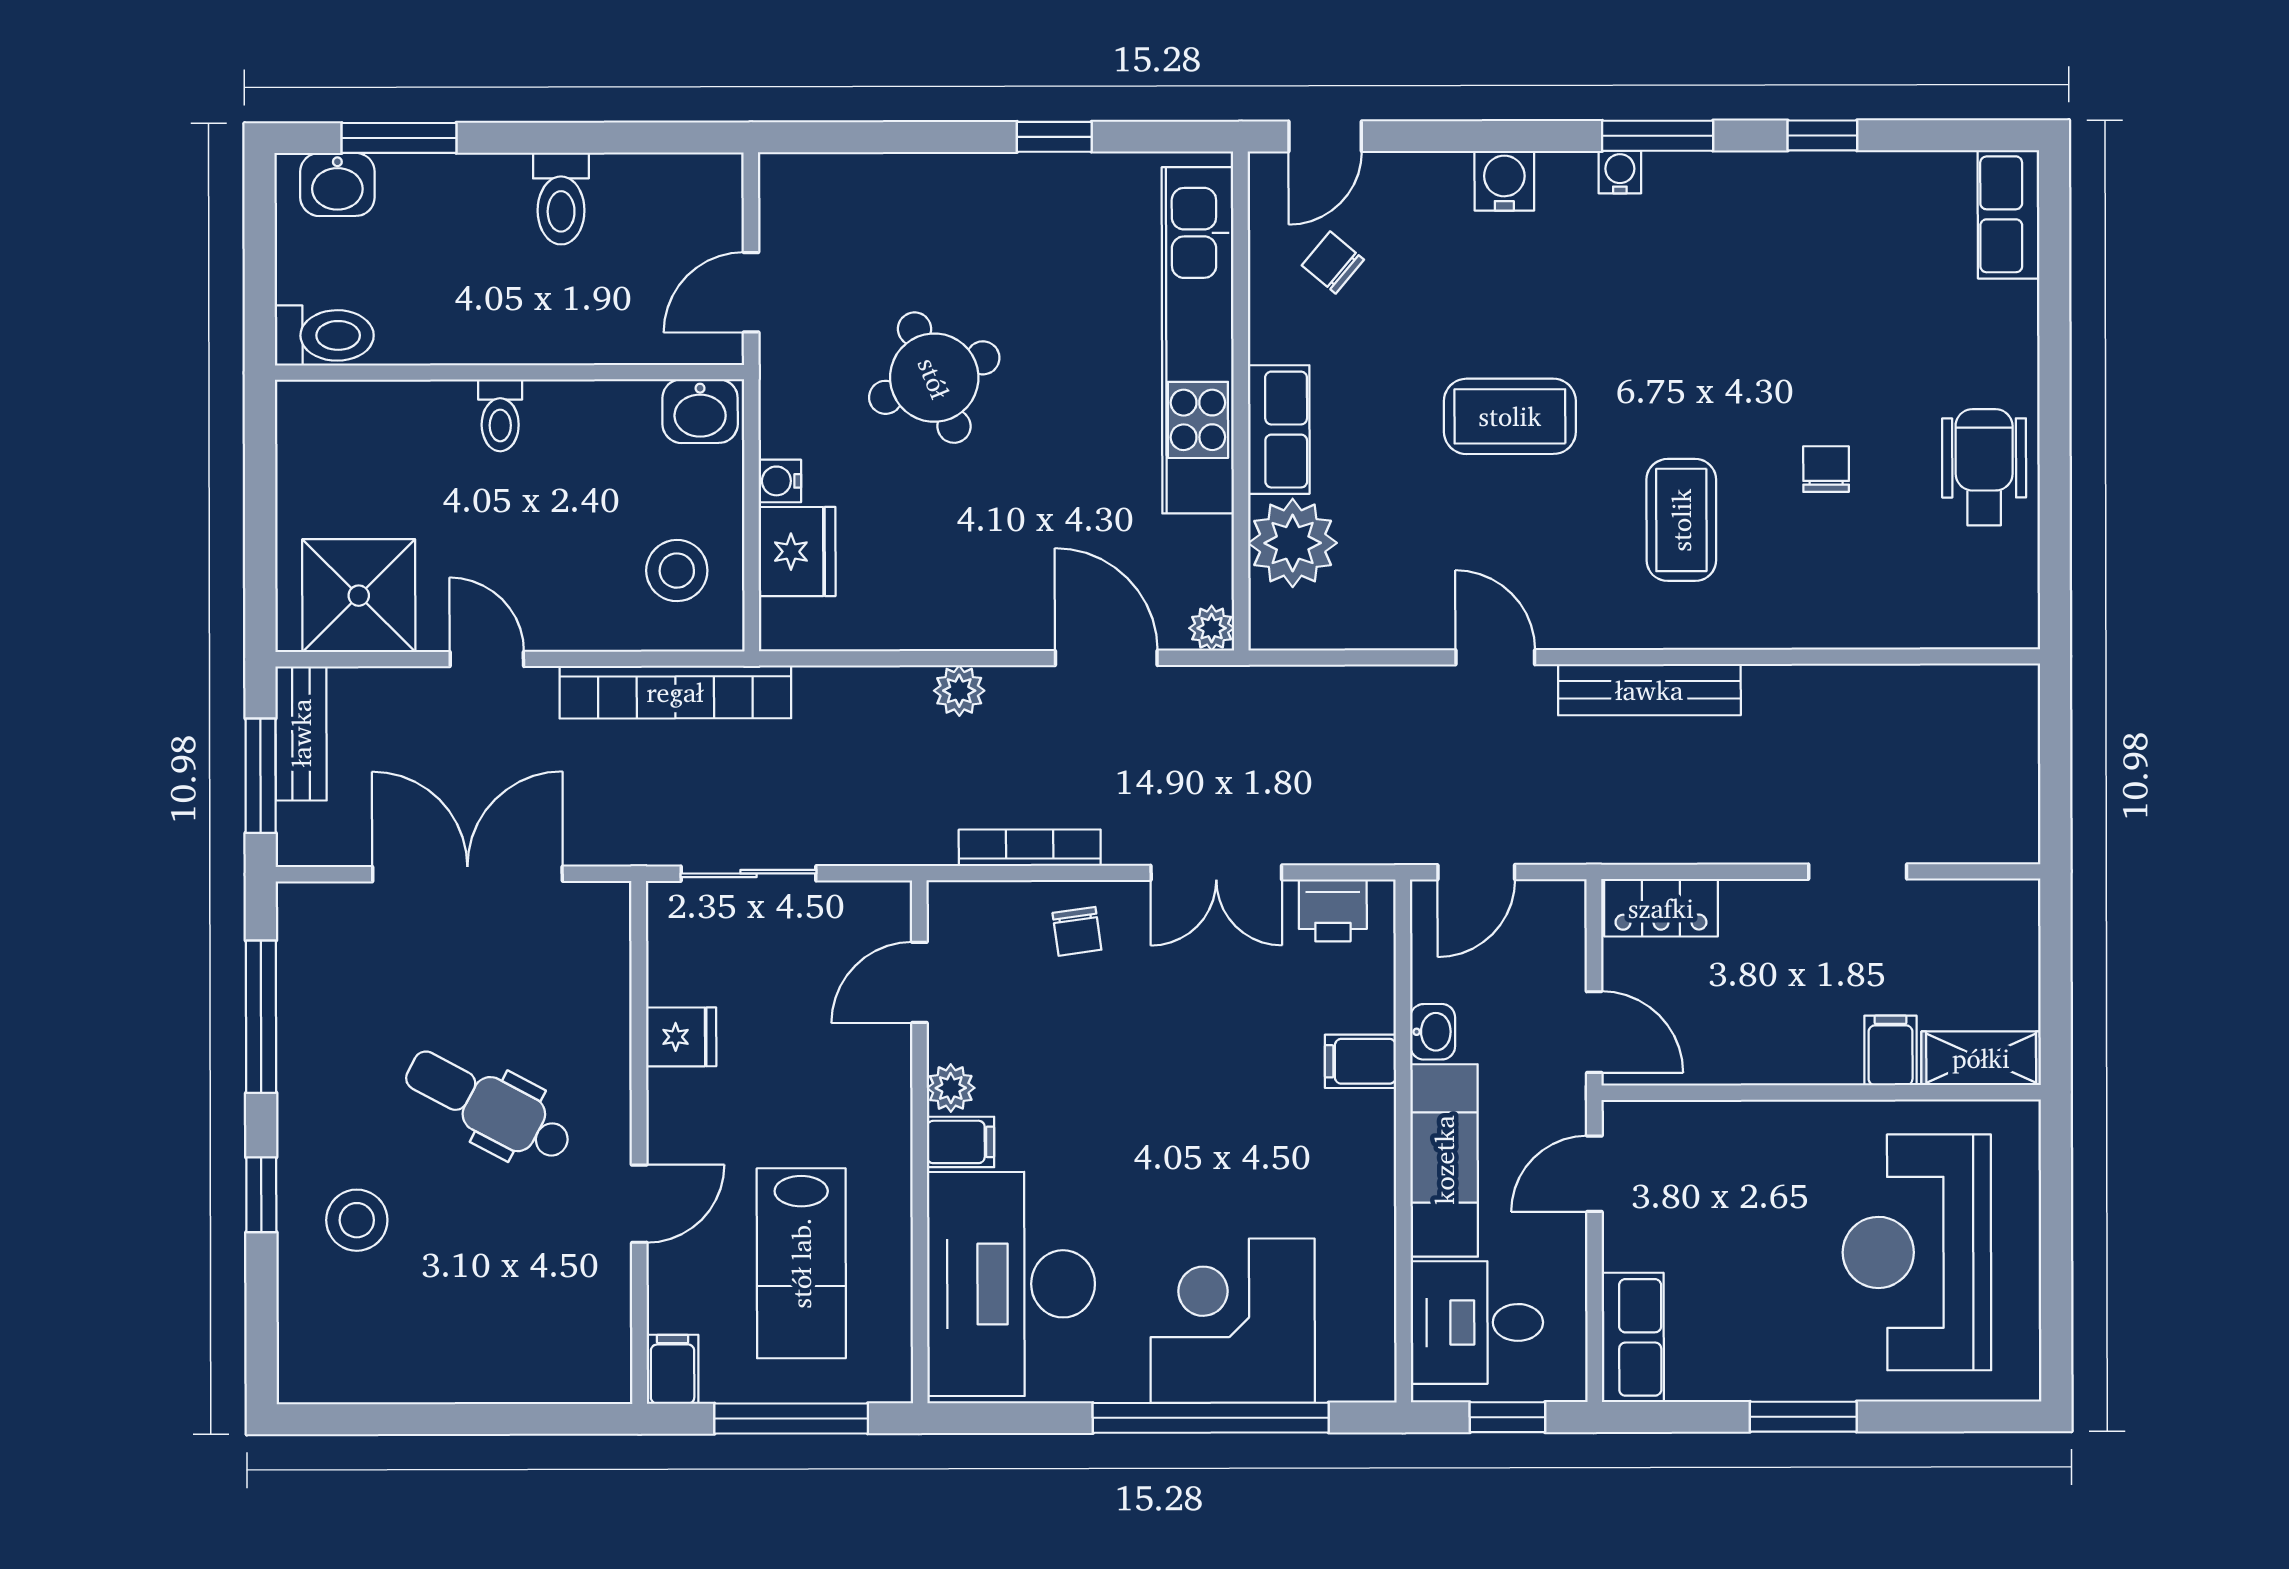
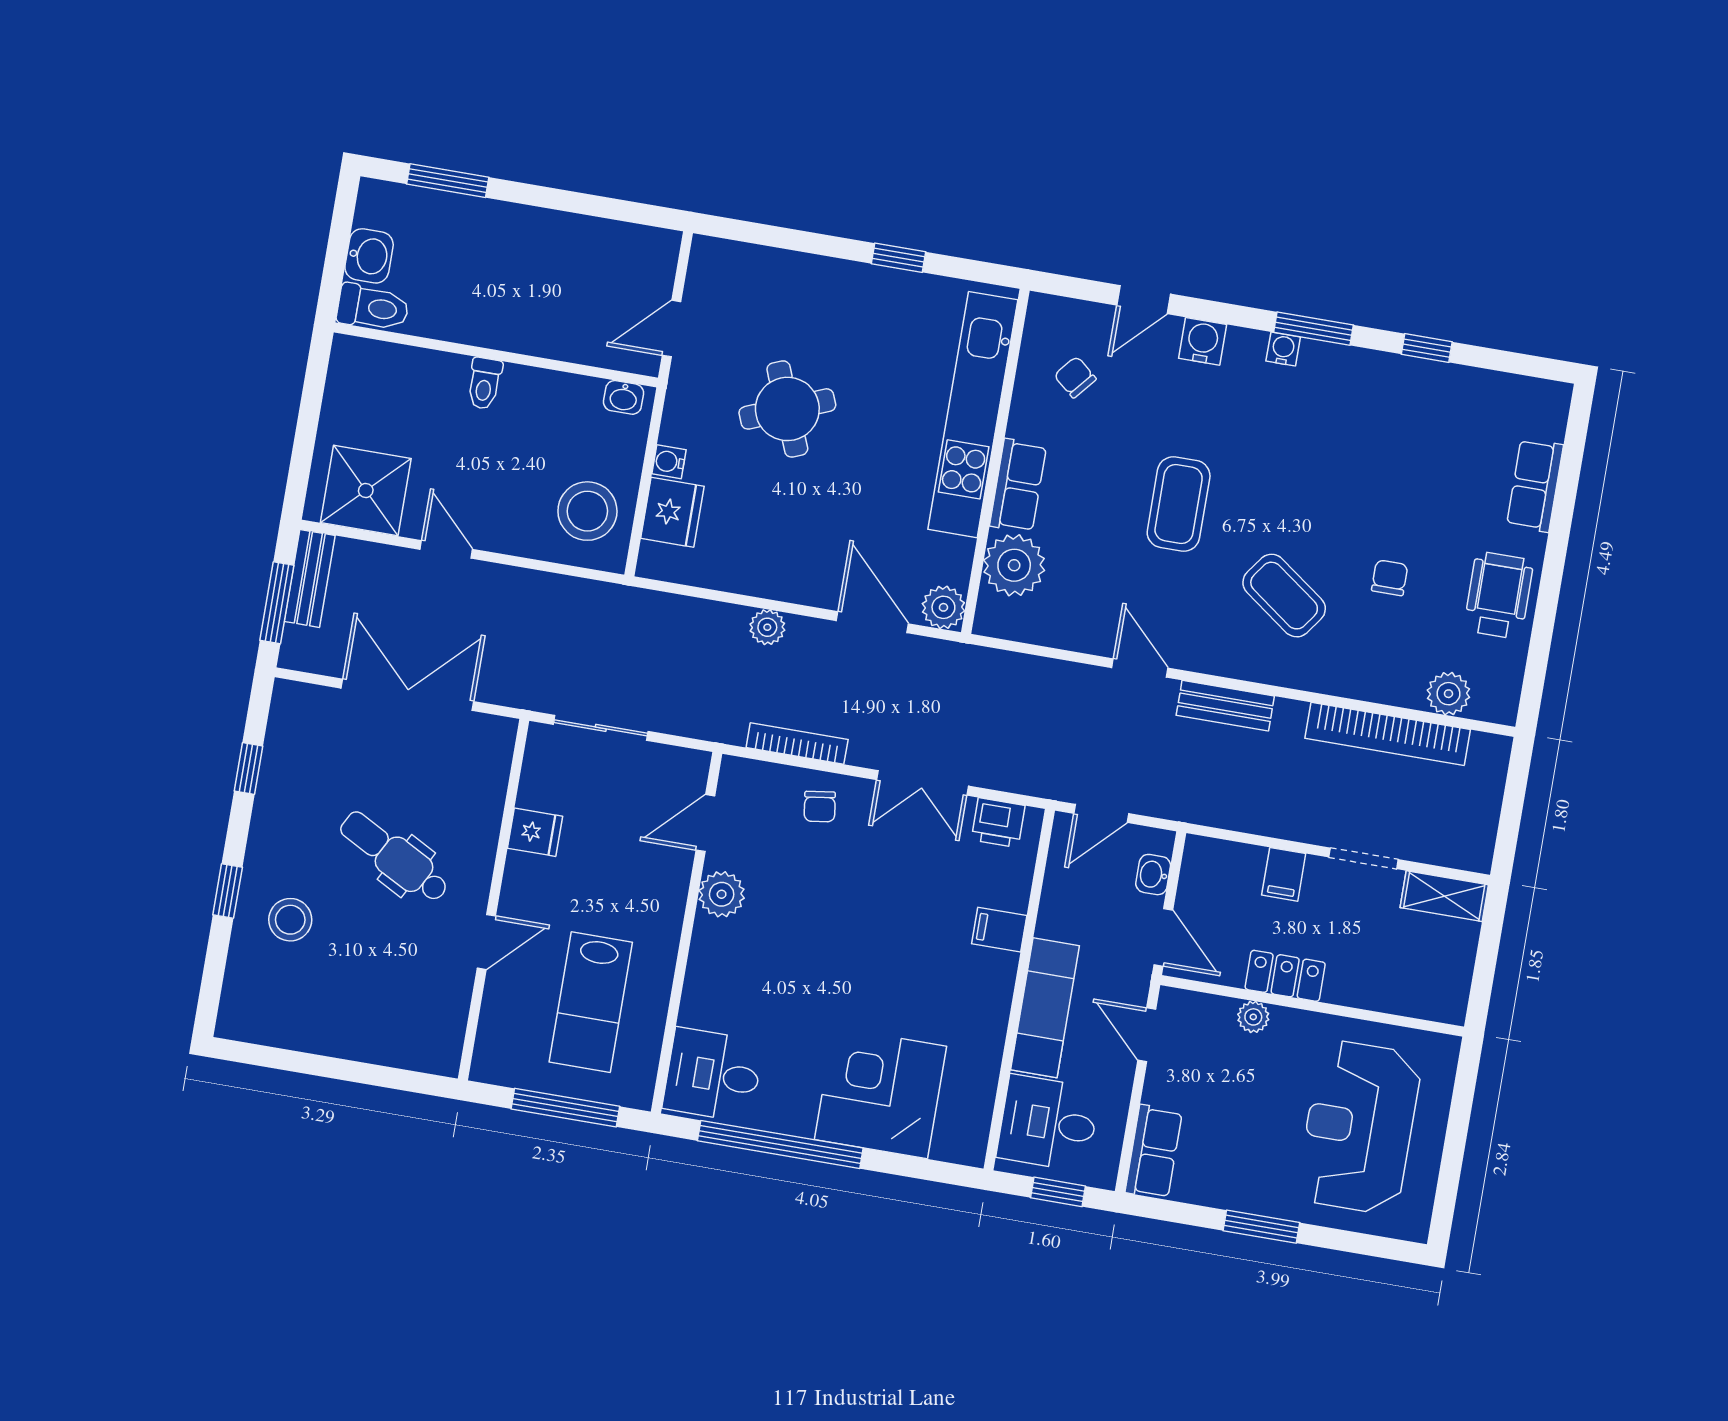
door: (1325, 136) -> (1144, 300), moved
washbasin: (337, 184) -> (369, 256), moved, turned -90
toilet: (561, 199) -> (552, 242), removed
row of seats: (2009, 214) -> (1535, 485), moved
washbasin: (700, 411) -> (624, 397), width x0.72, depth x0.69
coffee table: (1510, 416) -> (1179, 504), turned 90
coffee table: (1681, 520) -> (1284, 596), turned -54
stool: (677, 571) -> (587, 511), width x1.38, depth x1.38
plant: (1937, 618) -> (1448, 694), added
plant: (1212, 628) -> (943, 607), width x1.38, depth x1.38
bench: (1649, 690) -> (1225, 706), width x0.73
bookcase: (675, 692) -> (1388, 734), moved
locker: (1661, 908) -> (1285, 976), moved, turned 180
window: (261, 1017) -> (249, 768), width x0.46
washbasin: (1433, 1032) -> (1153, 875), moved, turned 180
filing cabinet: (1891, 1050) -> (1284, 874), moved, turned 180
shelving: (1981, 1058) -> (1444, 896), moved
plant: (951, 1088) -> (722, 894), width x1.38, depth x1.38
plant: (1741, 1123) -> (1253, 1017), added
filing cabinet: (961, 1142) -> (715, 938), removed
door: (1594, 1174) -> (1147, 1035), hinge flipped
desk: (1011, 1284) -> (713, 1075), width x0.53, depth x0.77
filing cabinet: (673, 1369) -> (490, 1060), removed
window: (1211, 1418) -> (780, 1144), moved

